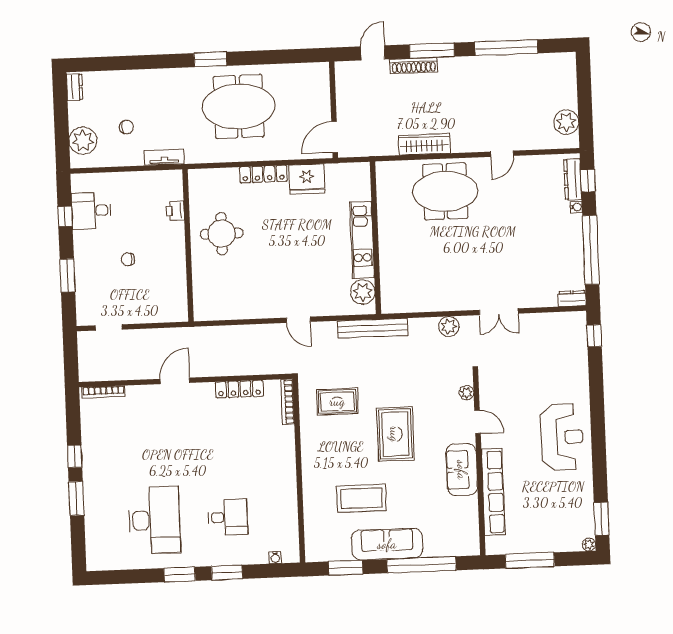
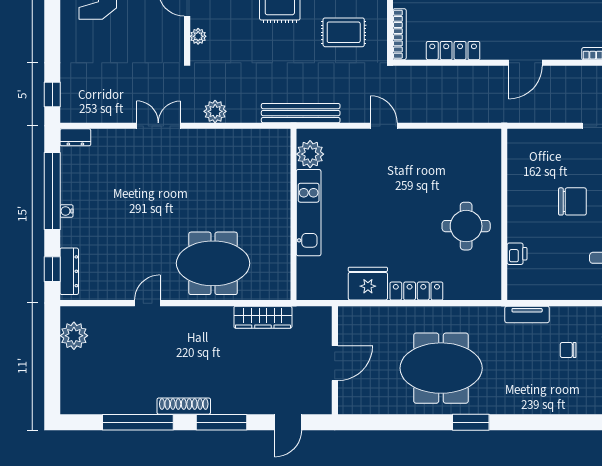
shoe rack: (414, 66) -> (184, 406), moved
door: (335, 137) -> (335, 363), moved
wardrobe: (424, 144) -> (263, 317), moved
water cooler: (576, 207) -> (67, 211), moved
chair: (128, 259) -> (572, 201), width x1.87, depth x1.87

